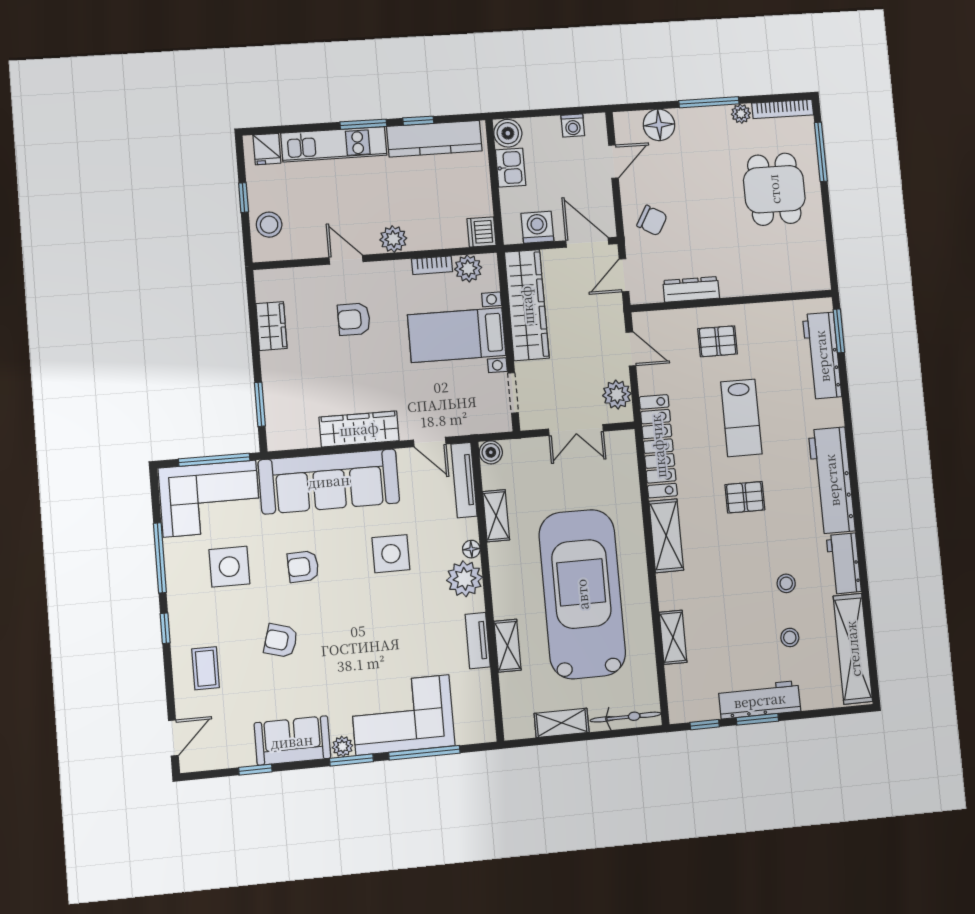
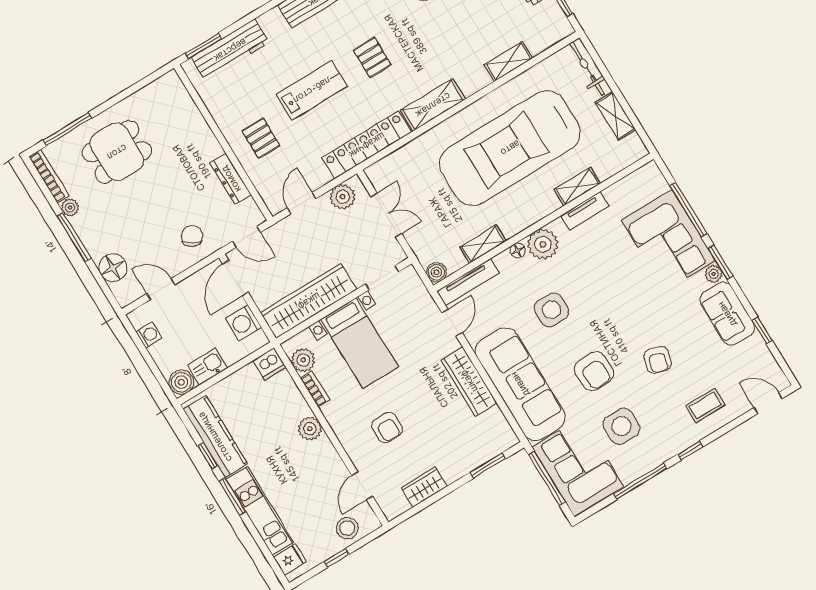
door: (346, 260) -> (362, 486), moved
armchair: (303, 567) -> (594, 371), width x1.38, depth x1.38

